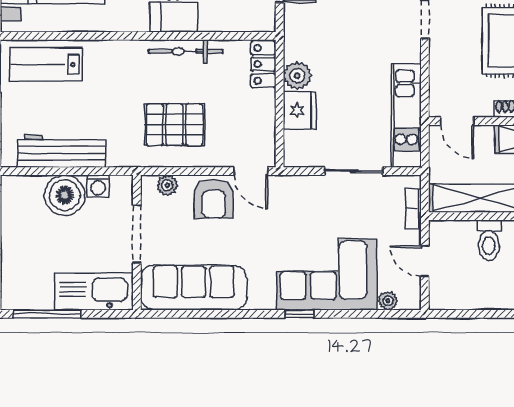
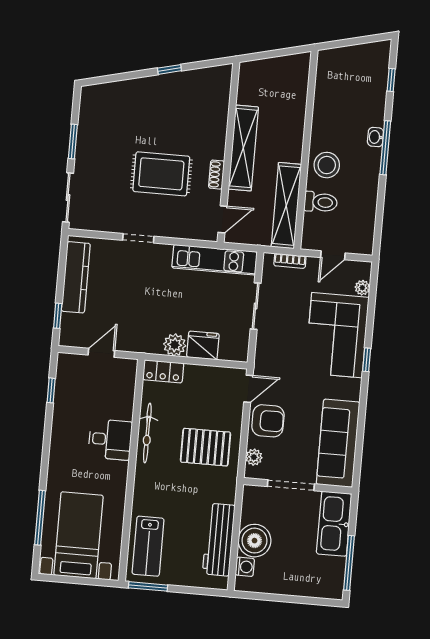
pallet: (174, 125) -> (206, 447), turned 90
washing machine: (98, 186) -> (245, 567), moved

